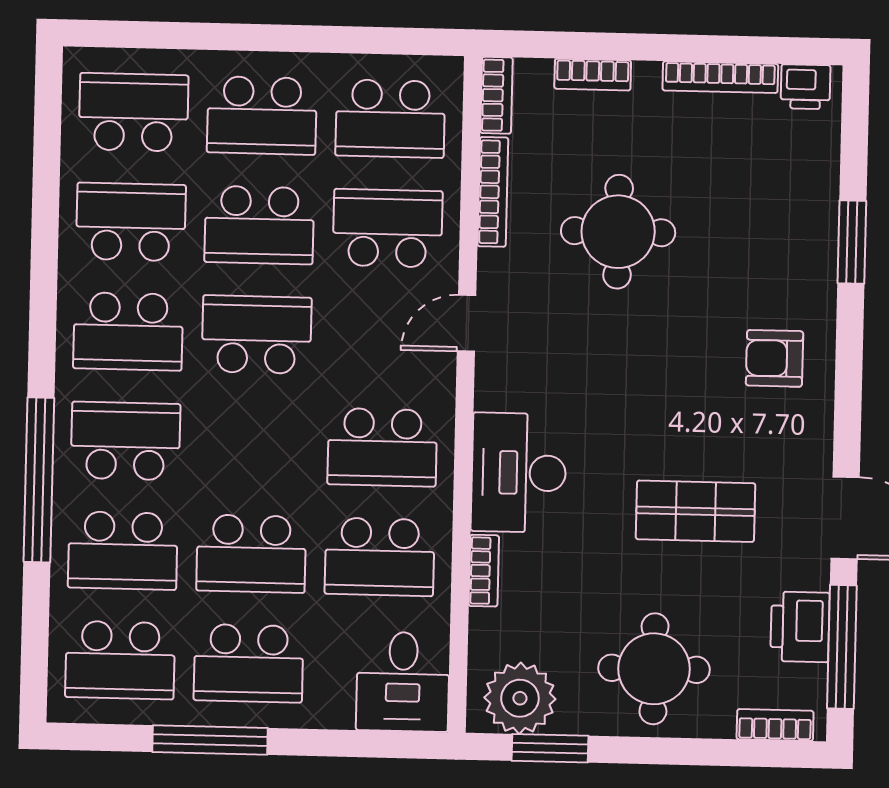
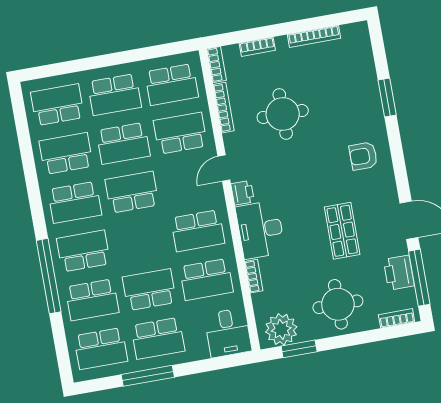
printer: (805, 87) -> (242, 193), moved, turned -90
shop shelf: (696, 511) -> (342, 231), turned 90
school desk: (251, 554) -> (149, 290), turned 180

